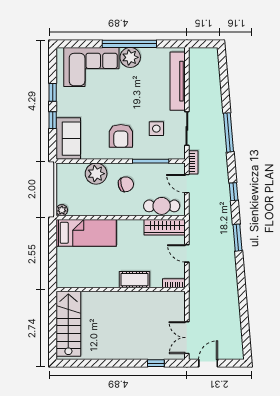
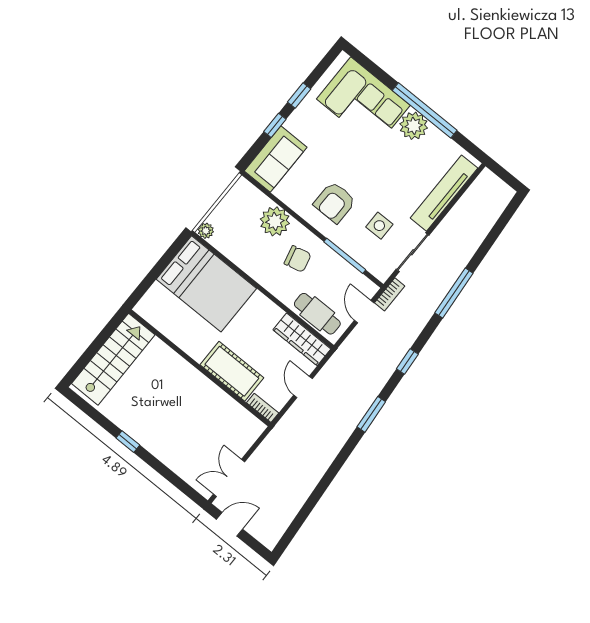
bed: (86, 233) -> (206, 284), width x1.50
cot: (135, 280) -> (232, 371), width x1.37, depth x1.34
window: (156, 363) -> (128, 442), moved

